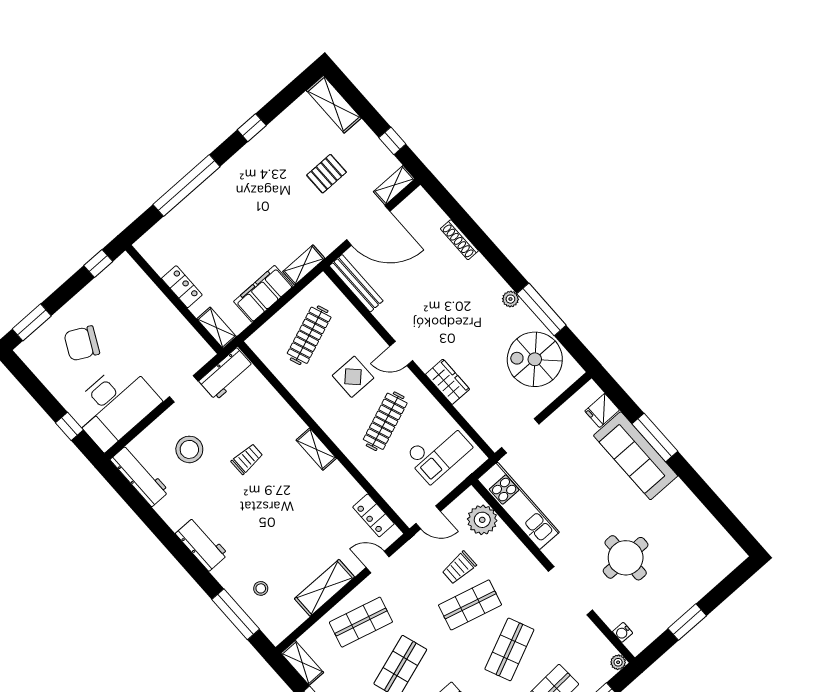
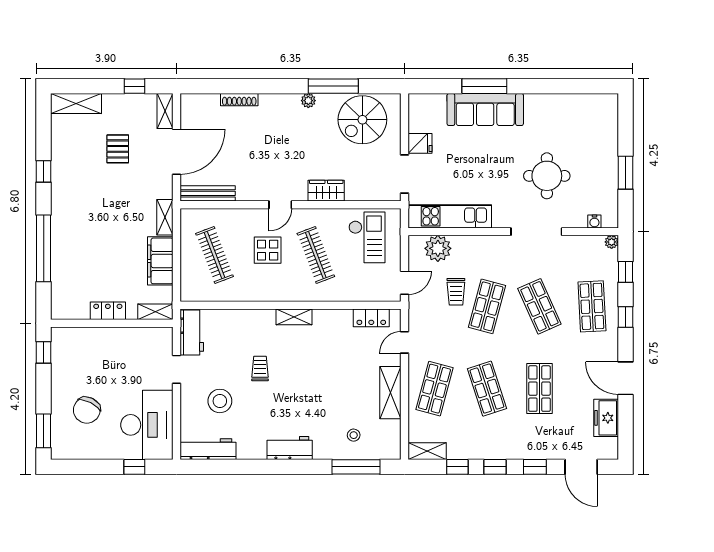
fridge: (602, 411) -> (420, 143), moved, turned -90

